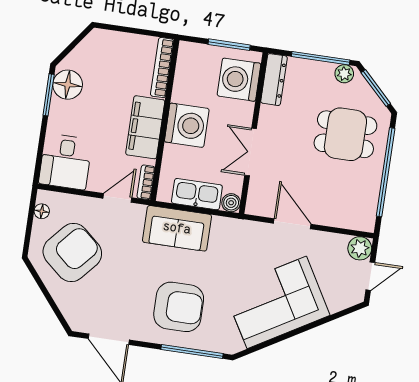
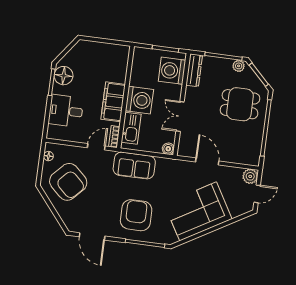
bookcase: (162, 68) -> (123, 64), removed
desk: (65, 162) -> (66, 111), moved, turned 90
kitchen sink: (197, 194) -> (131, 128), moved, turned 90
armchair: (72, 252) -> (68, 182), turned 92
armchair: (179, 307) -> (136, 215), turned -90

